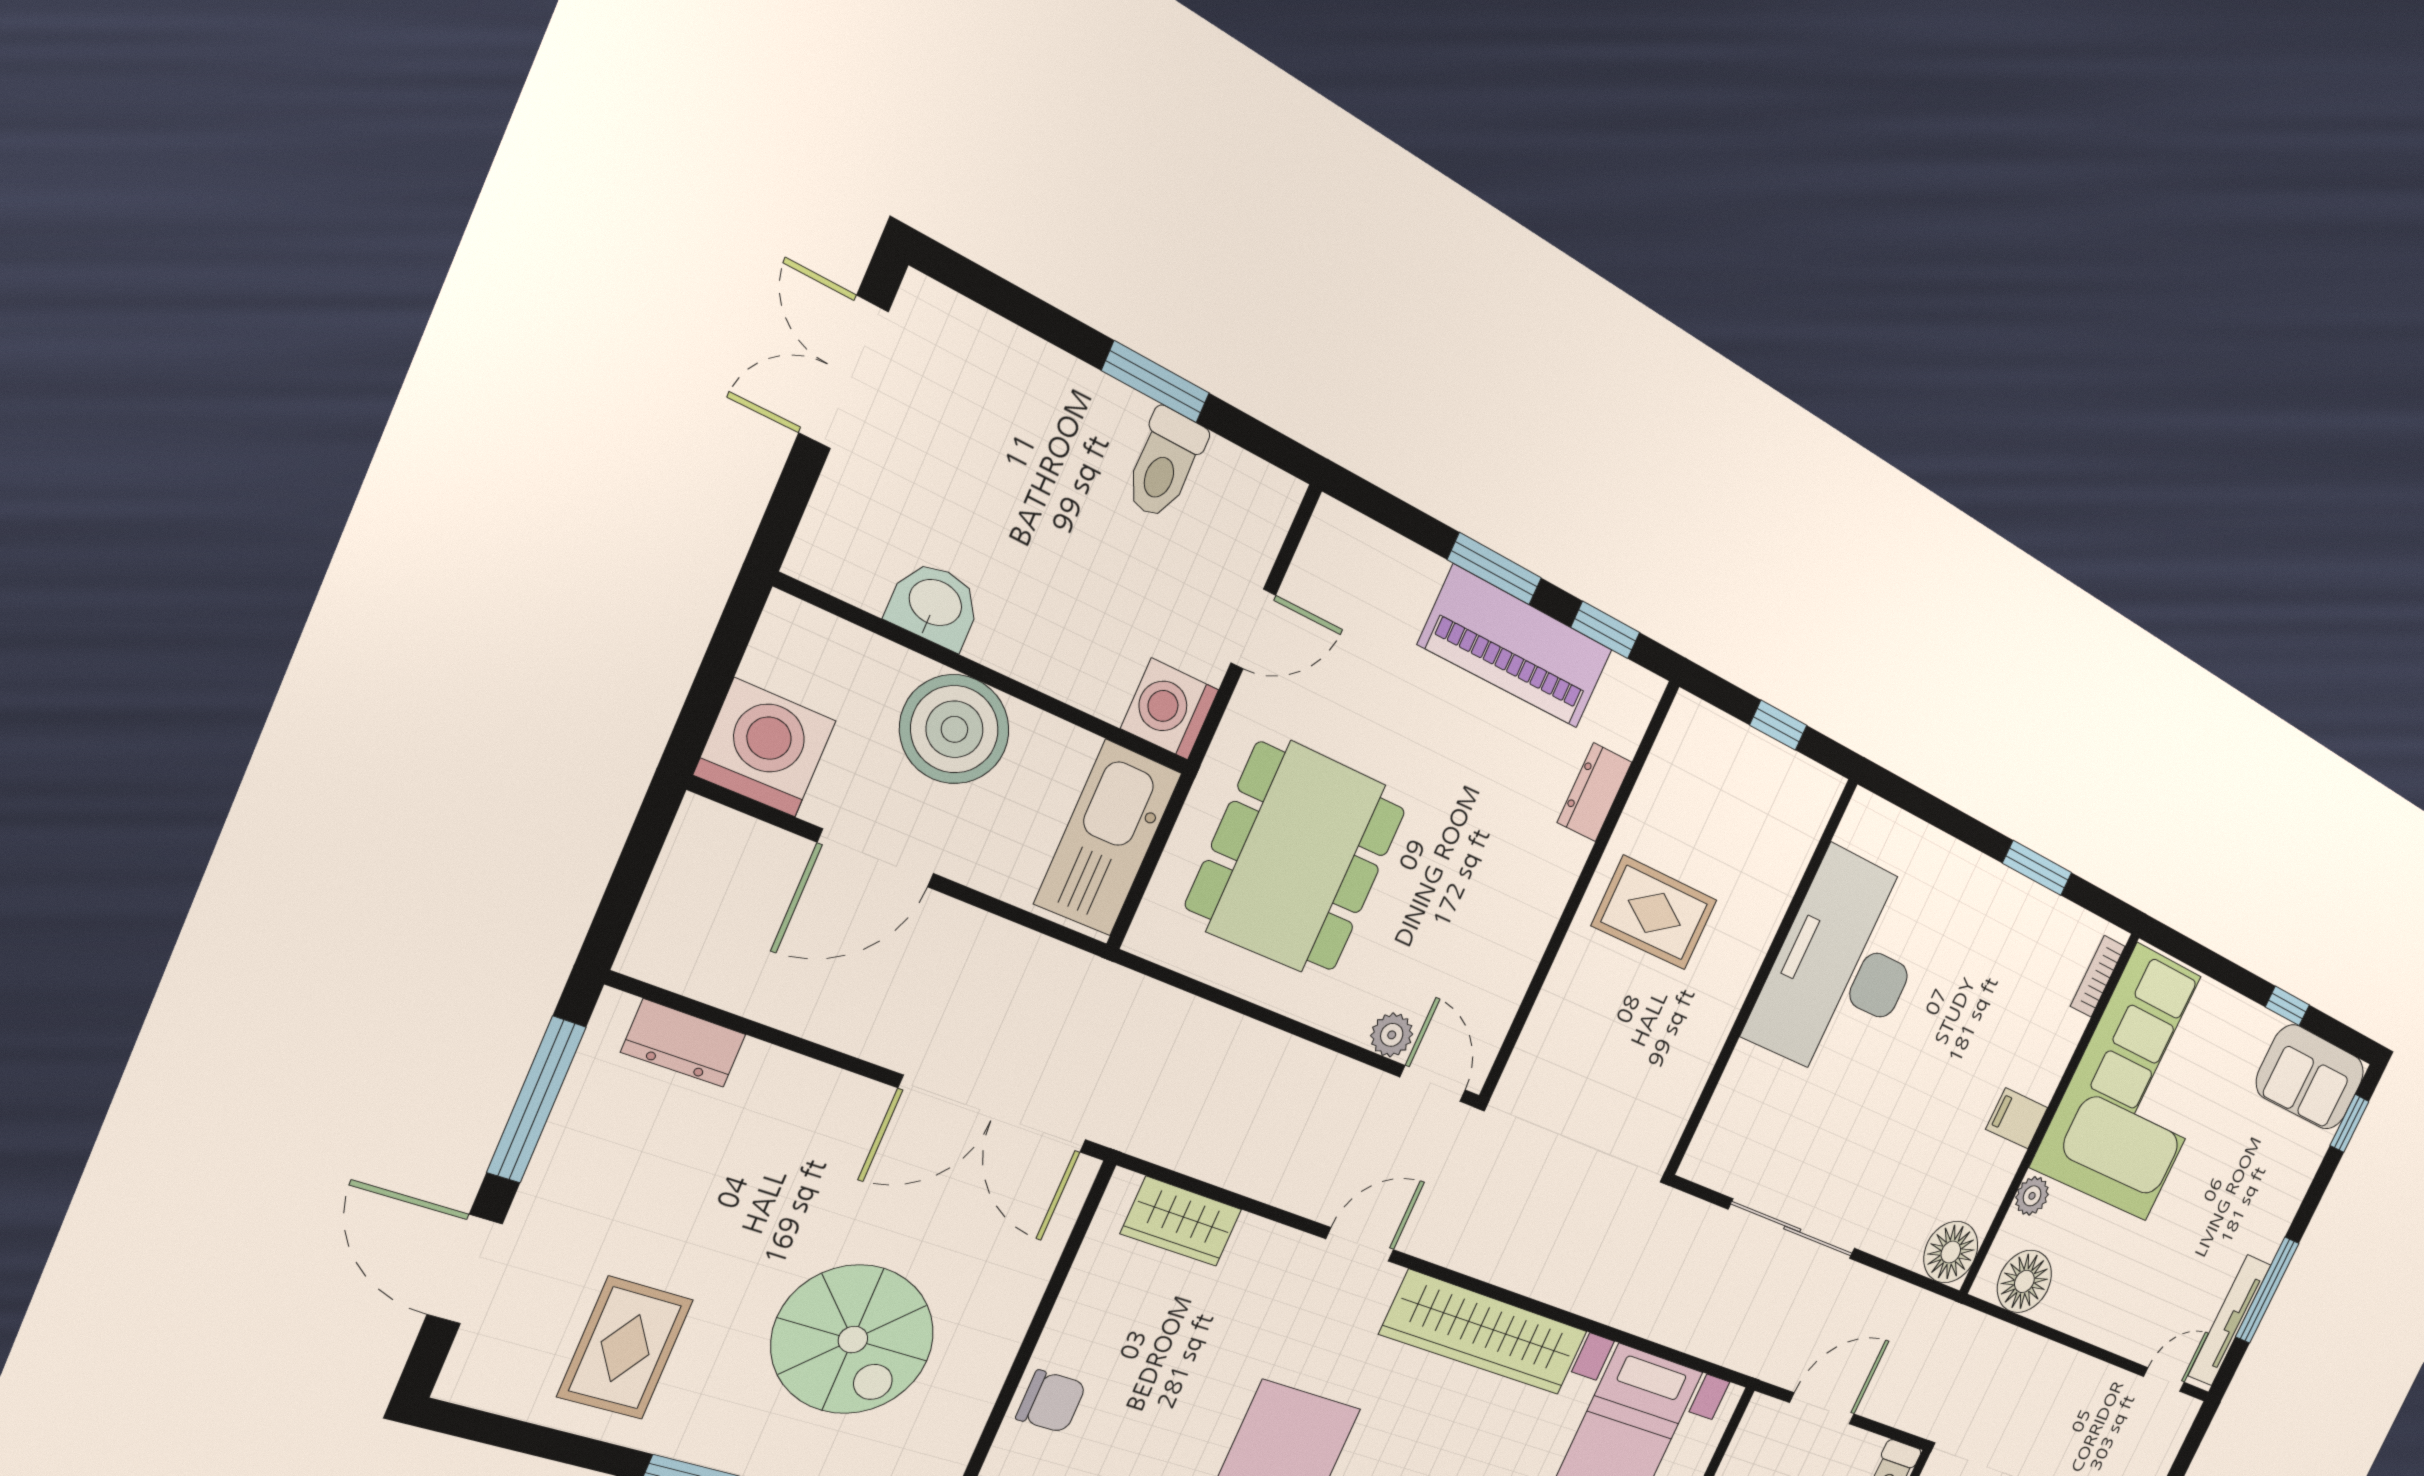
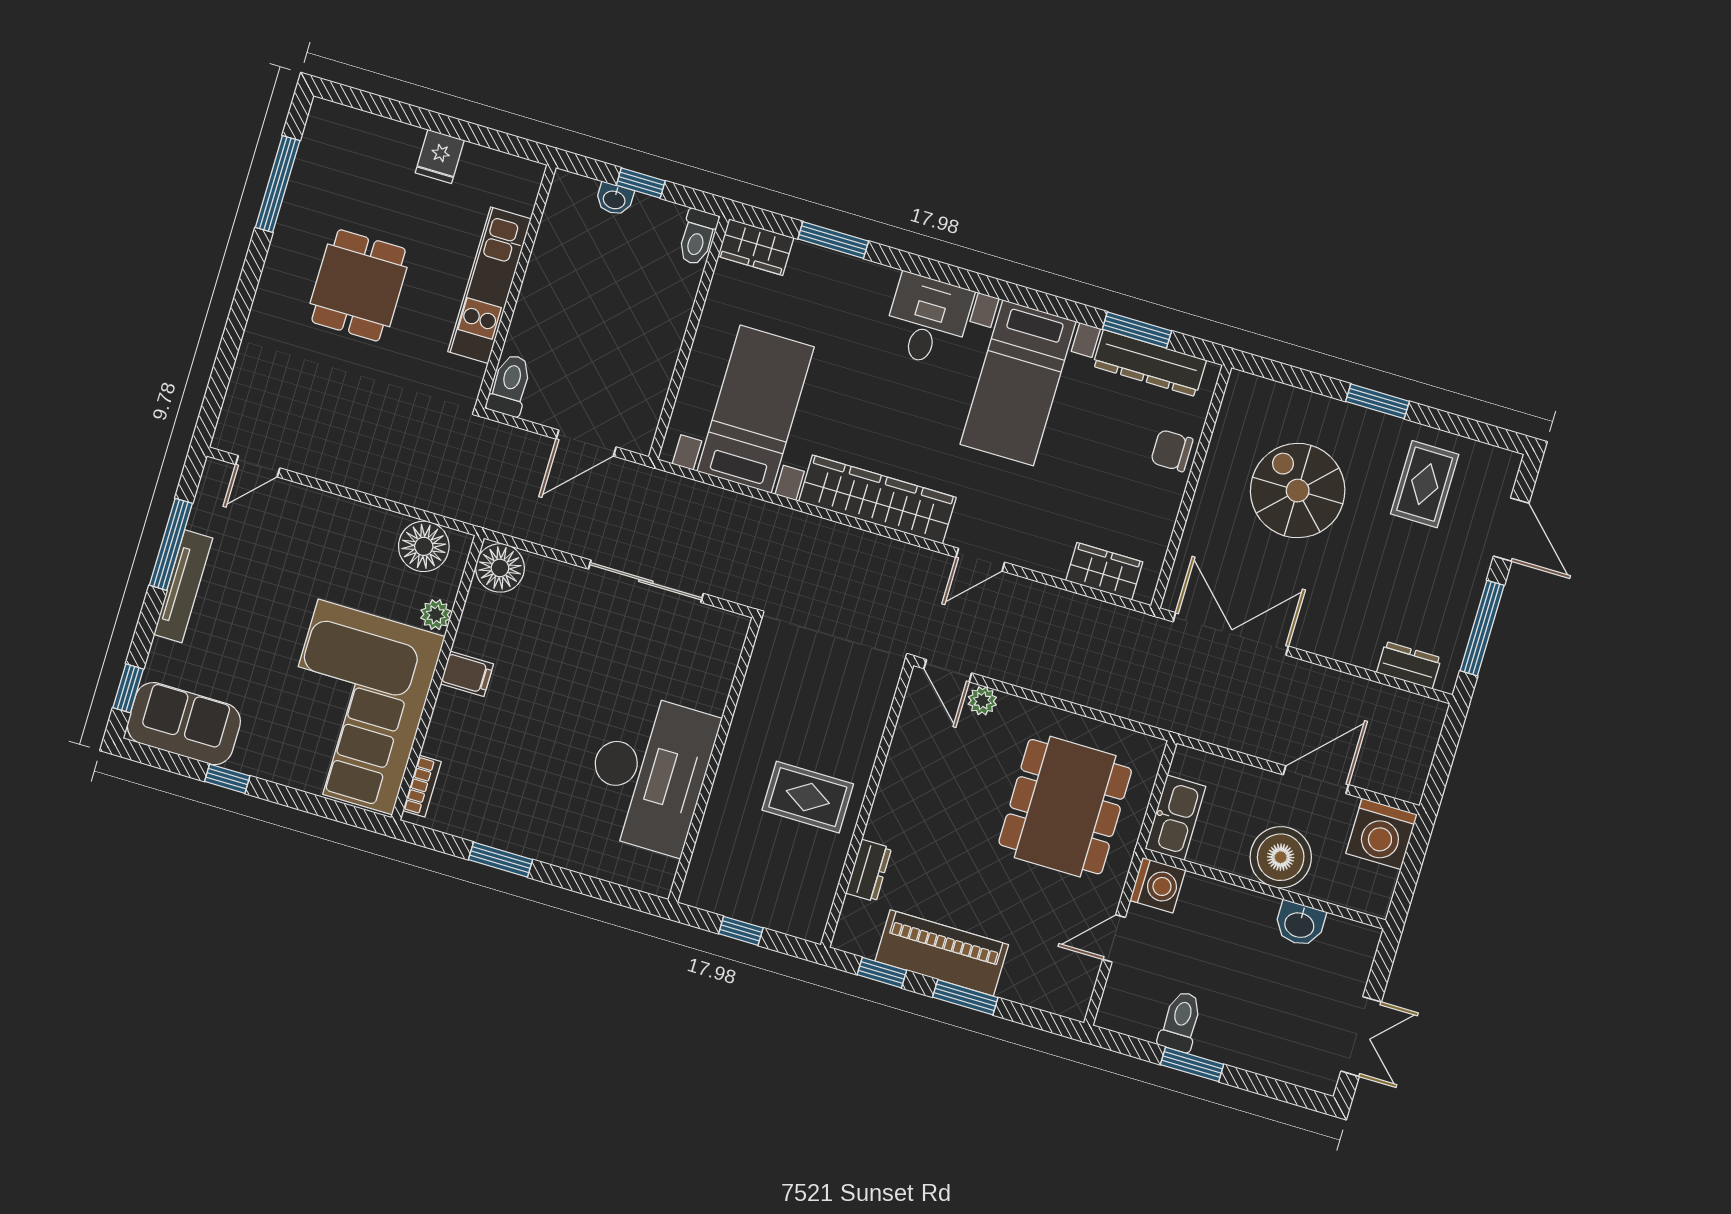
kitchen sink: (1108, 838) -> (1175, 818), width x0.73, depth x0.81
tv unit: (2229, 1320) -> (183, 586), moved

